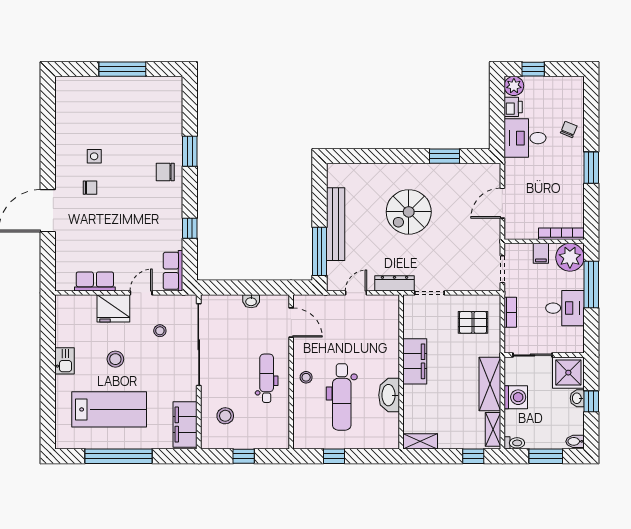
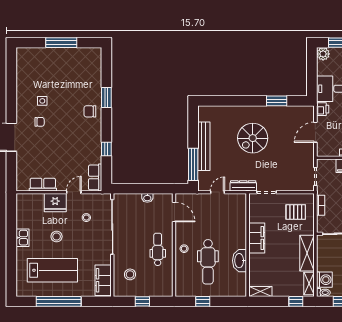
printer: (513, 107) -> (323, 109), moved
washing machine: (516, 397) -> (324, 280), moved

